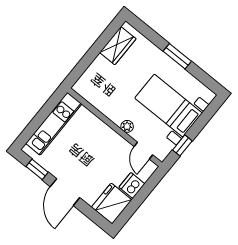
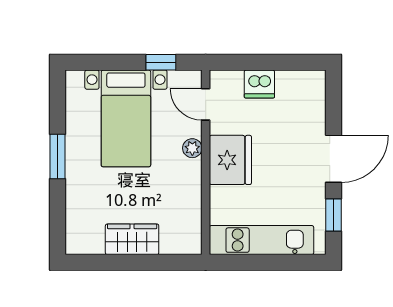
wardrobe: (118, 46) -> (132, 239), moved
door: (143, 151) -> (206, 104), swing flipped
fridge: (112, 203) -> (230, 160), moved, turned -90

